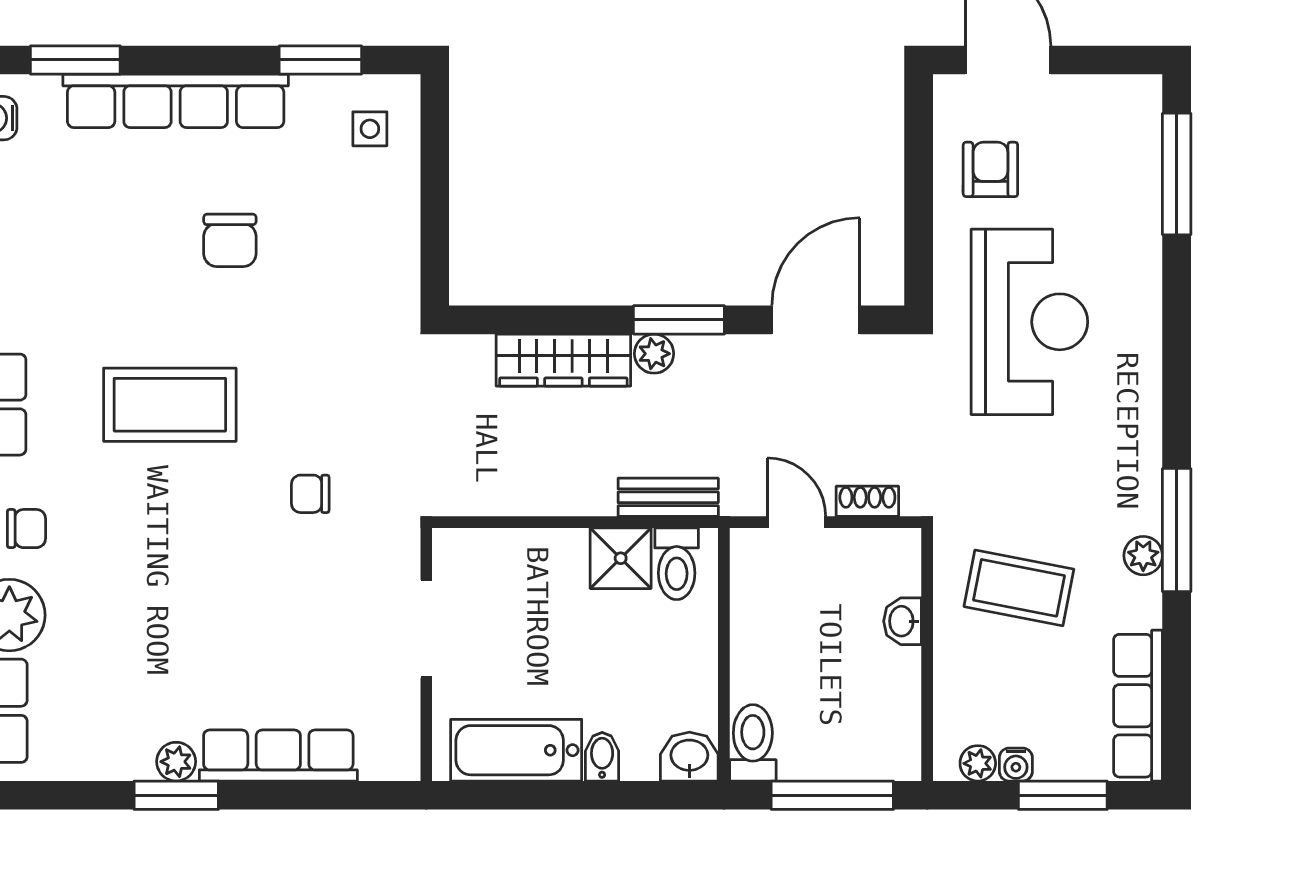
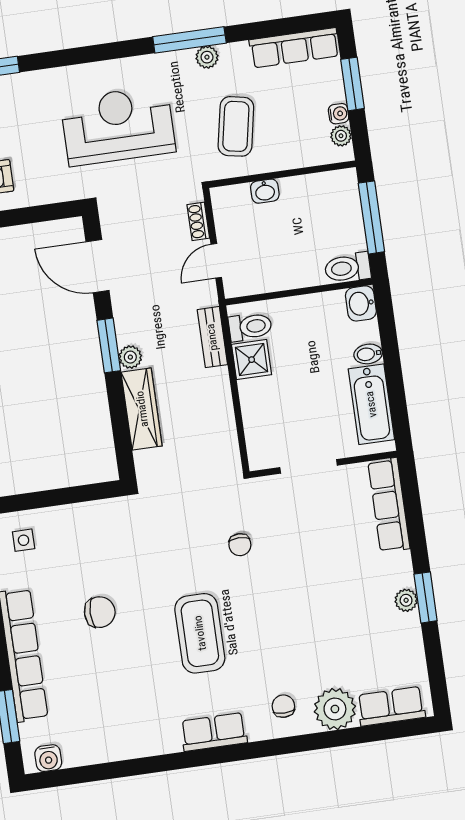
reception desk: (1029, 322) -> (118, 126), moved
row of seats: (278, 756) -> (389, 505), moved

